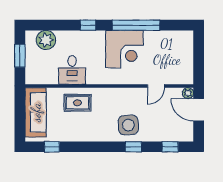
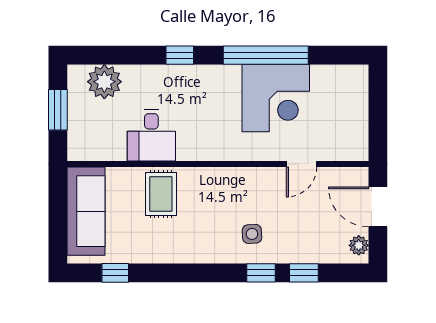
corner desk: (124, 49) -> (276, 98), moved
plant: (188, 93) -> (359, 245), moved
rug: (77, 103) -> (161, 194), turned 90
side table: (128, 125) -> (252, 234), width x0.54, depth x0.54
window: (170, 147) -> (304, 273), moved

